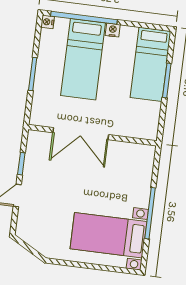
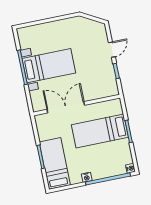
bed: (83, 59) -> (100, 131), moved, turned -90
double door: (81, 134) -> (66, 107), moved
bed with nightstands: (108, 235) -> (49, 66), moved

